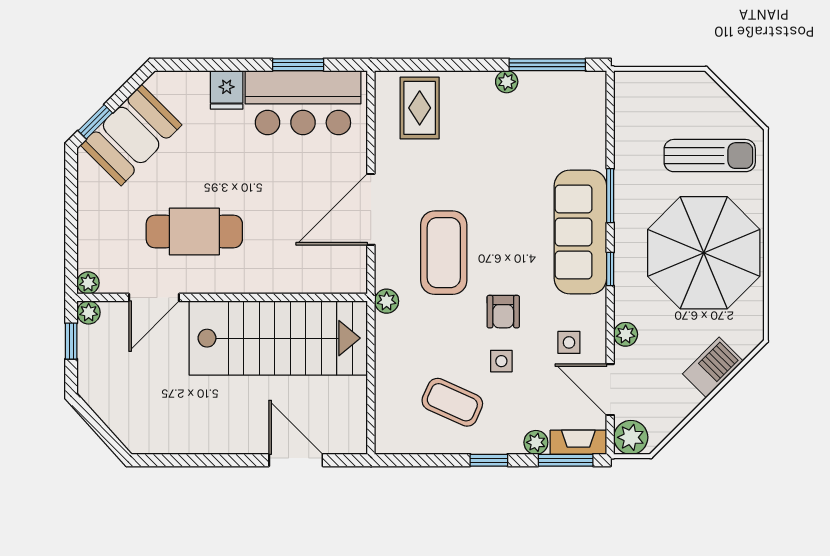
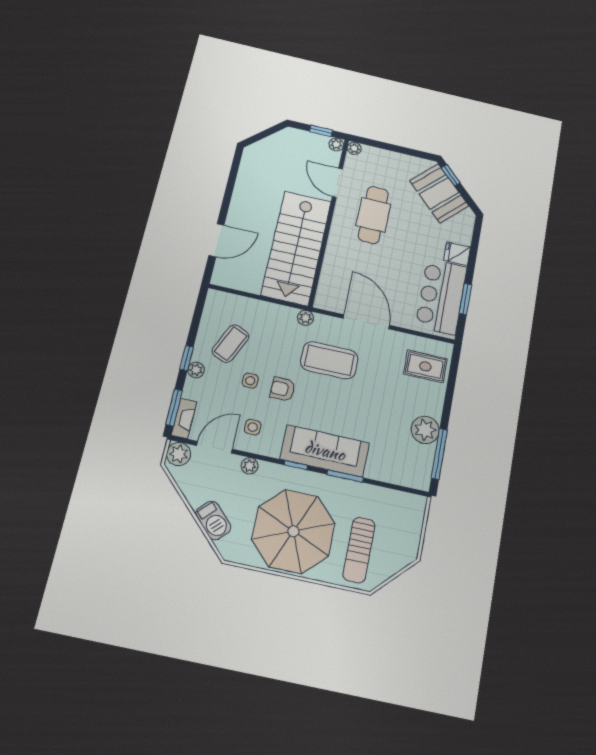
plant: (507, 82) -> (425, 430), width x1.88, depth x1.88
plant: (536, 442) -> (196, 370), moved

